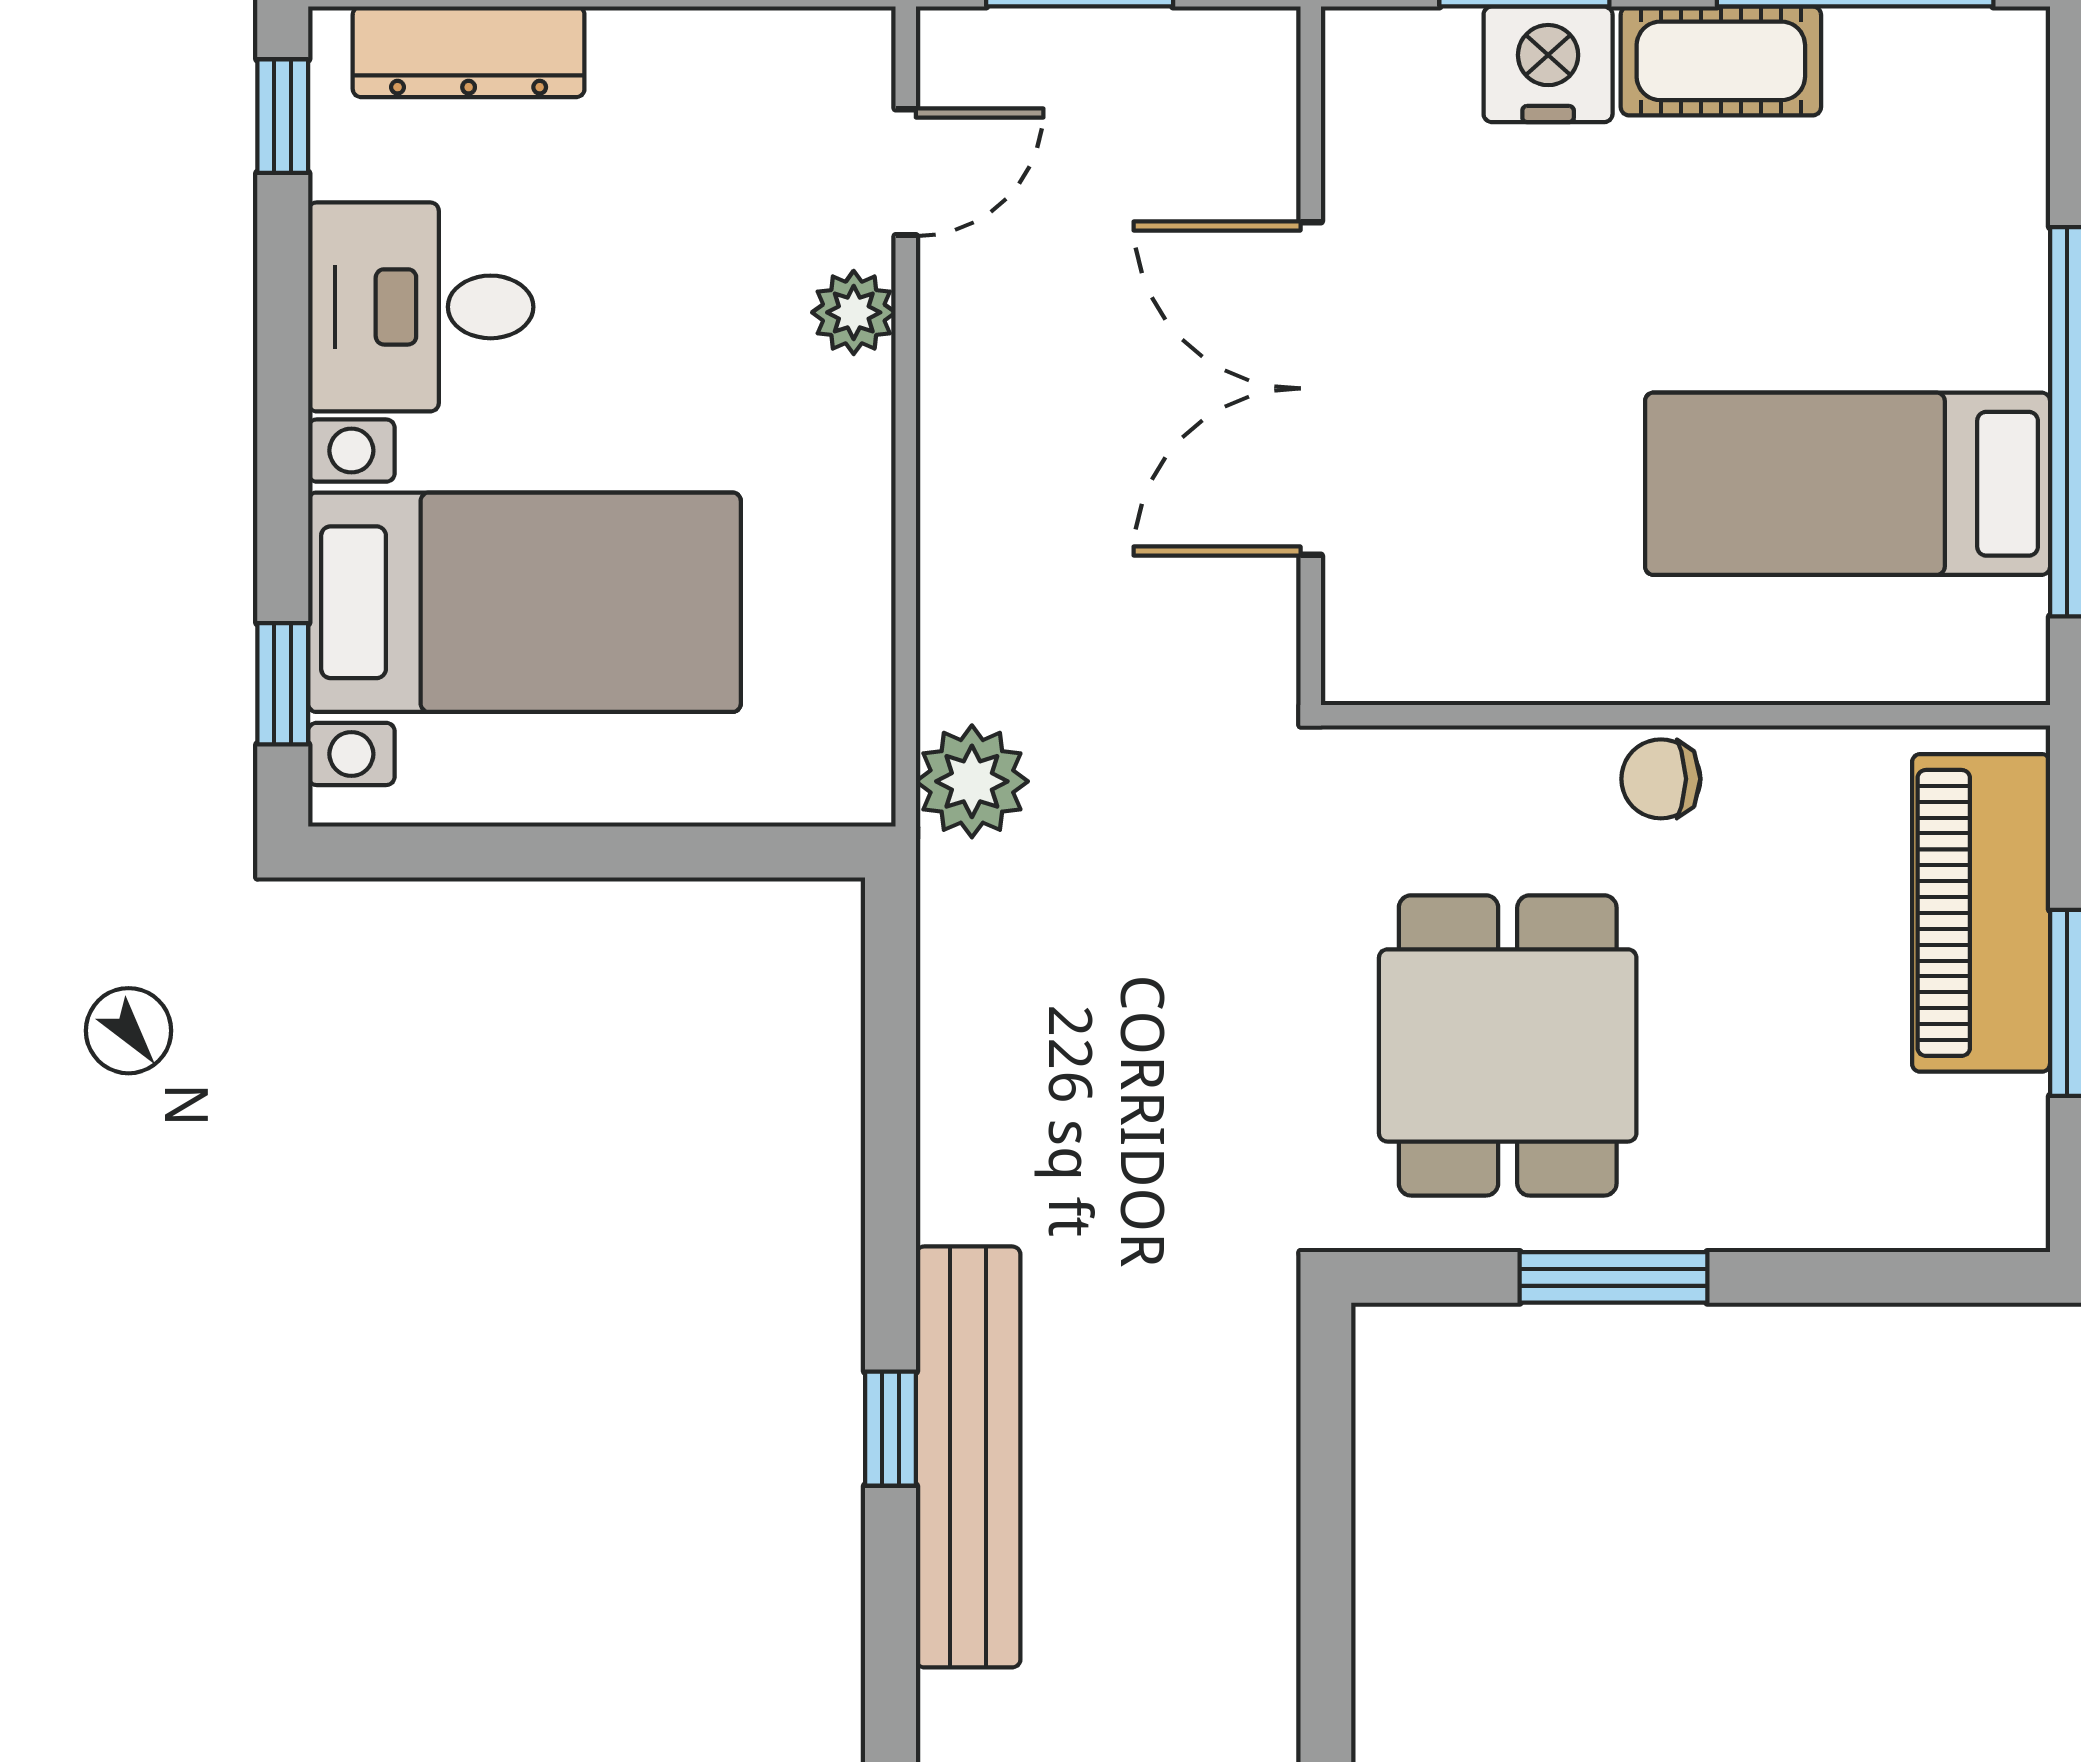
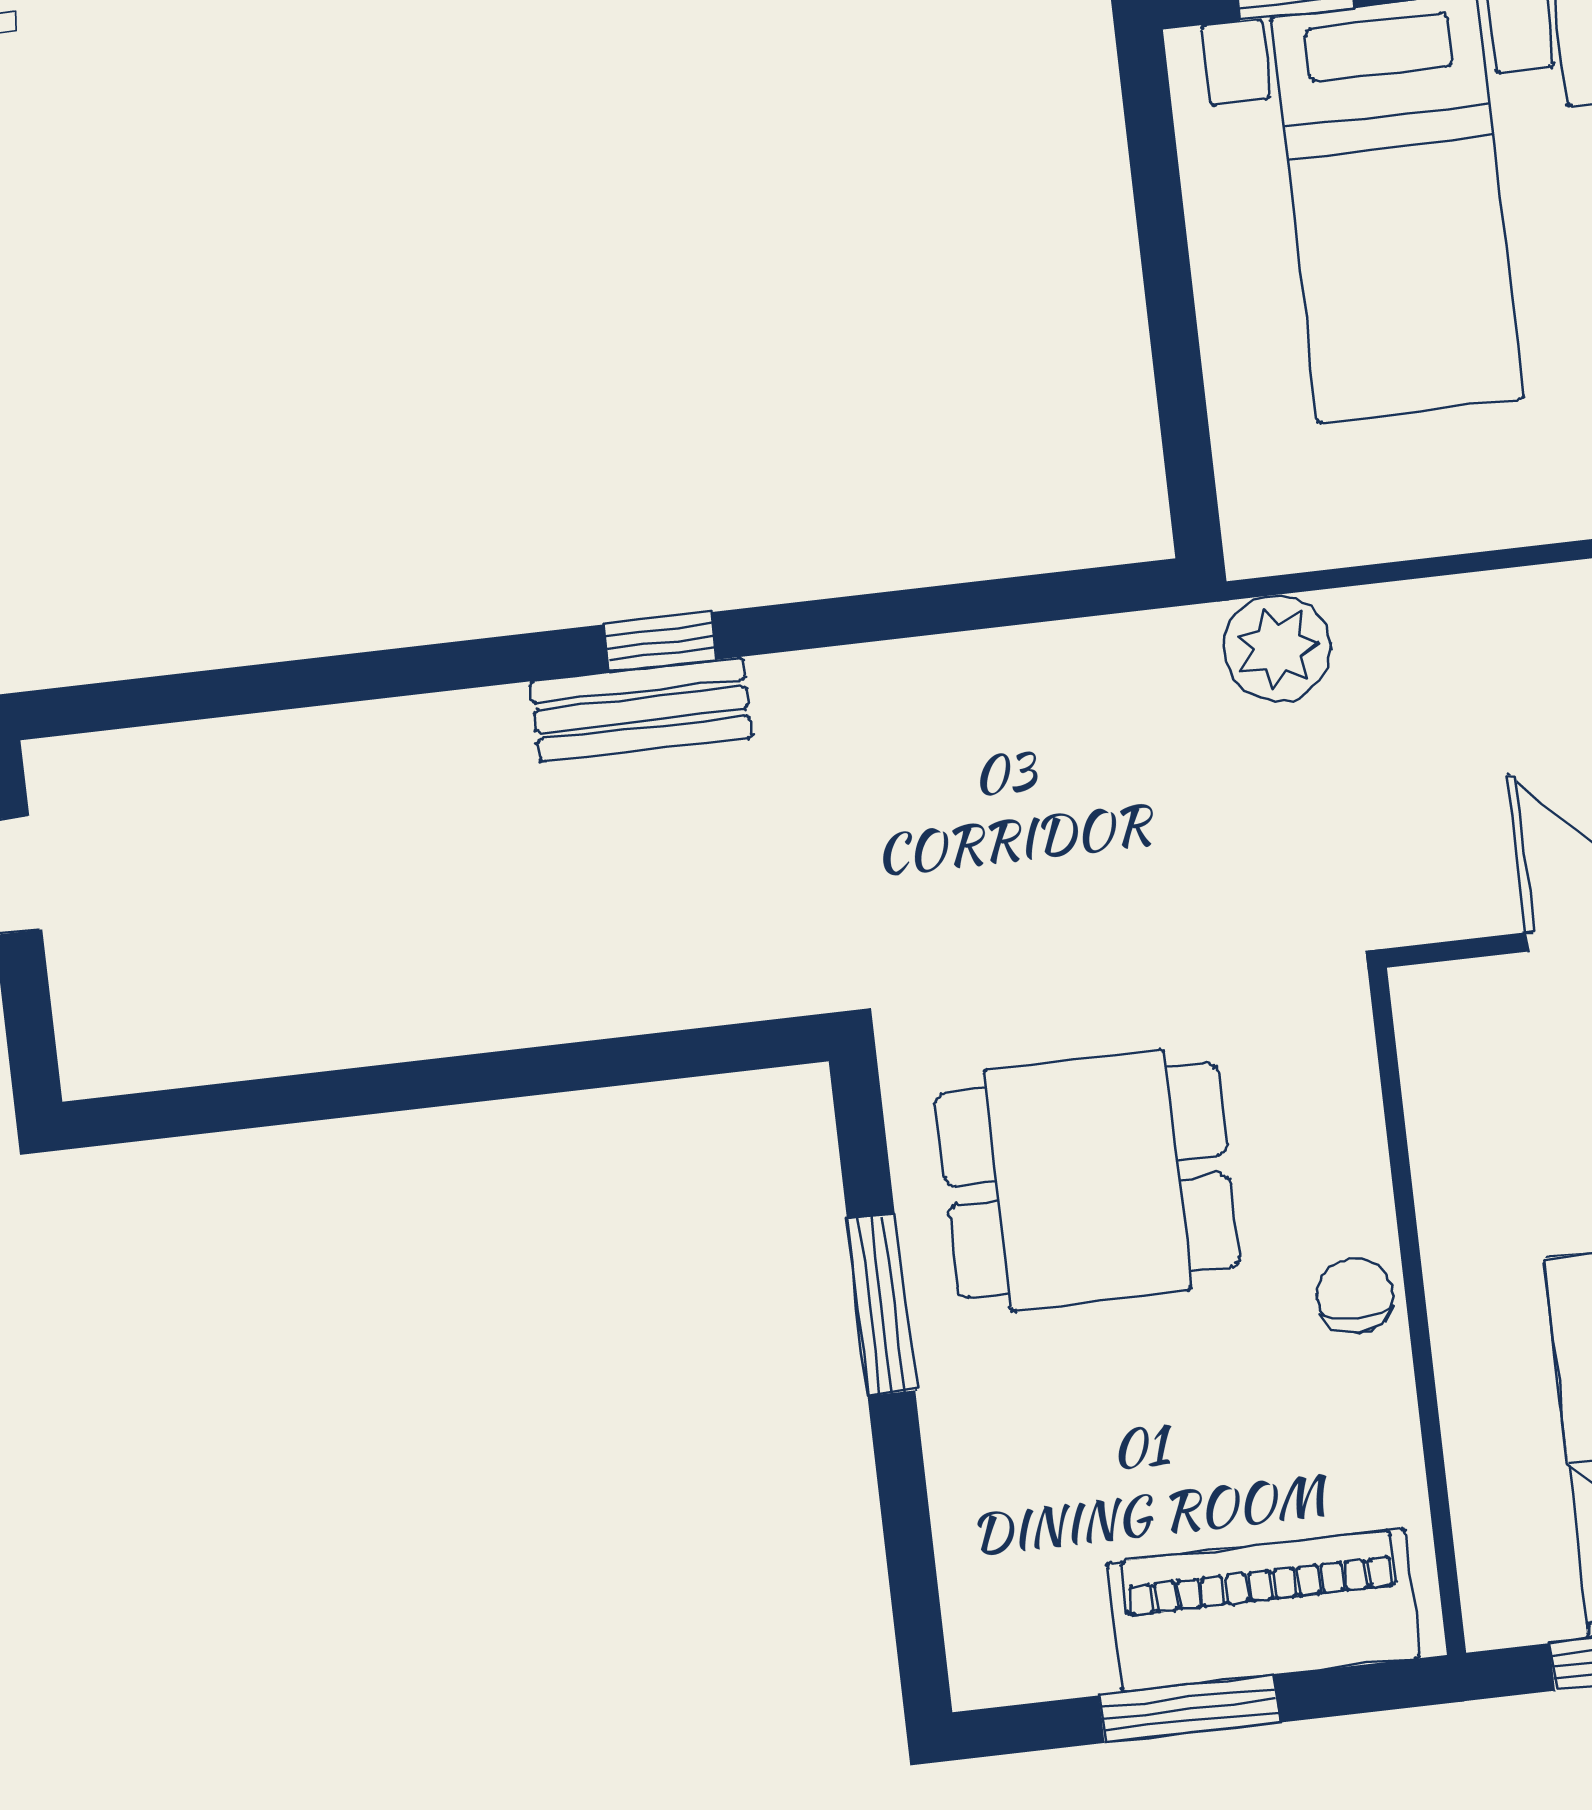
bench: (968, 1457) -> (641, 709), width x0.54, depth x0.82

